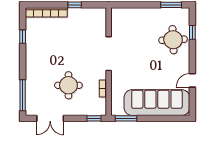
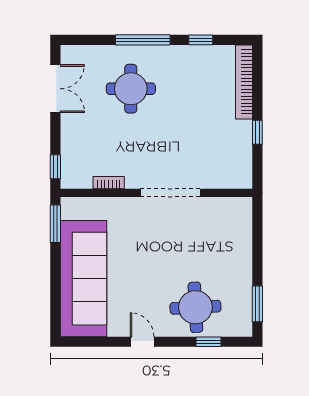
door: (192, 80) -> (142, 342), moved
round table: (68, 85) -> (131, 89), moved
window: (23, 95) -> (143, 40), moved
double door: (50, 118) -> (55, 89), swing flipped

